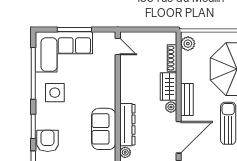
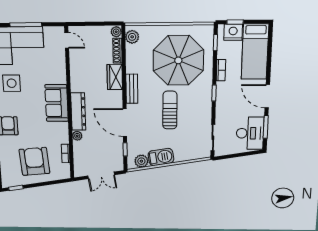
plant: (171, 107) -> (116, 32), moved
sofa: (104, 129) -> (57, 103), moved
door: (179, 137) -> (125, 123), swing flipped

